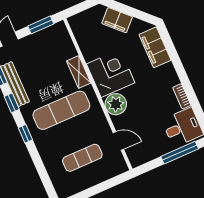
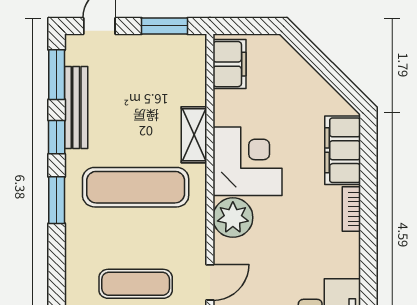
filing cabinet: (117, 20) -> (229, 64), moved, turned -135
bookcase: (182, 96) -> (351, 209), moved
window: (25, 134) -> (57, 200), width x1.50
door: (118, 141) -> (210, 282), hinge flipped

